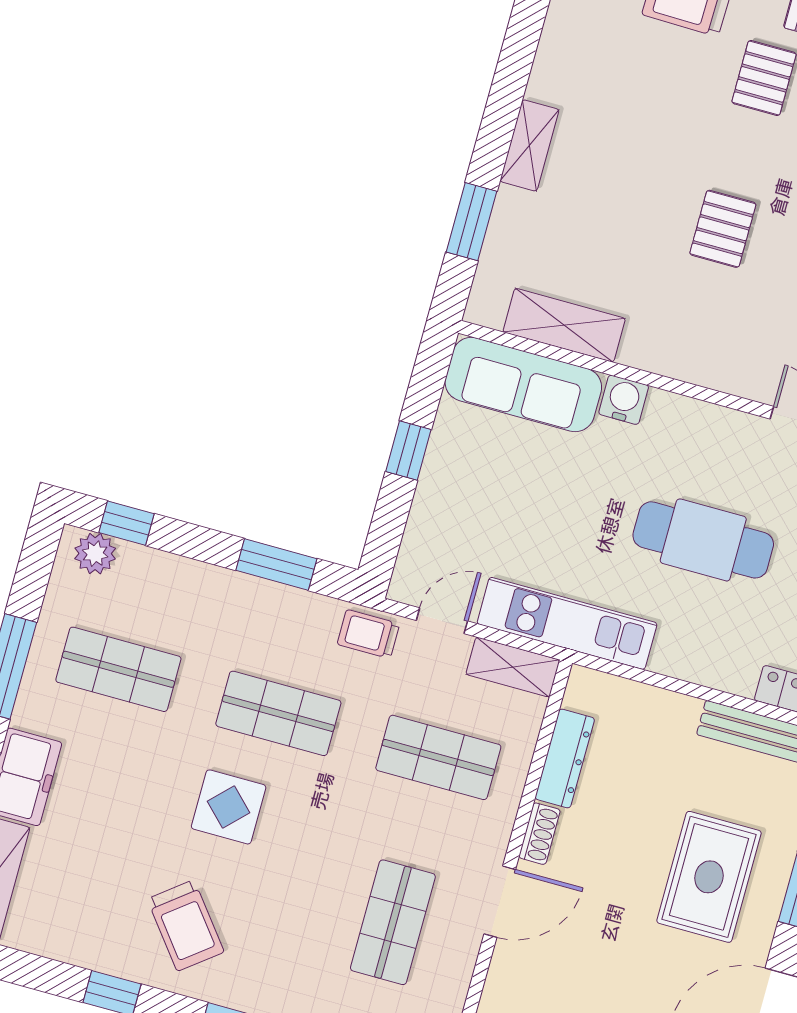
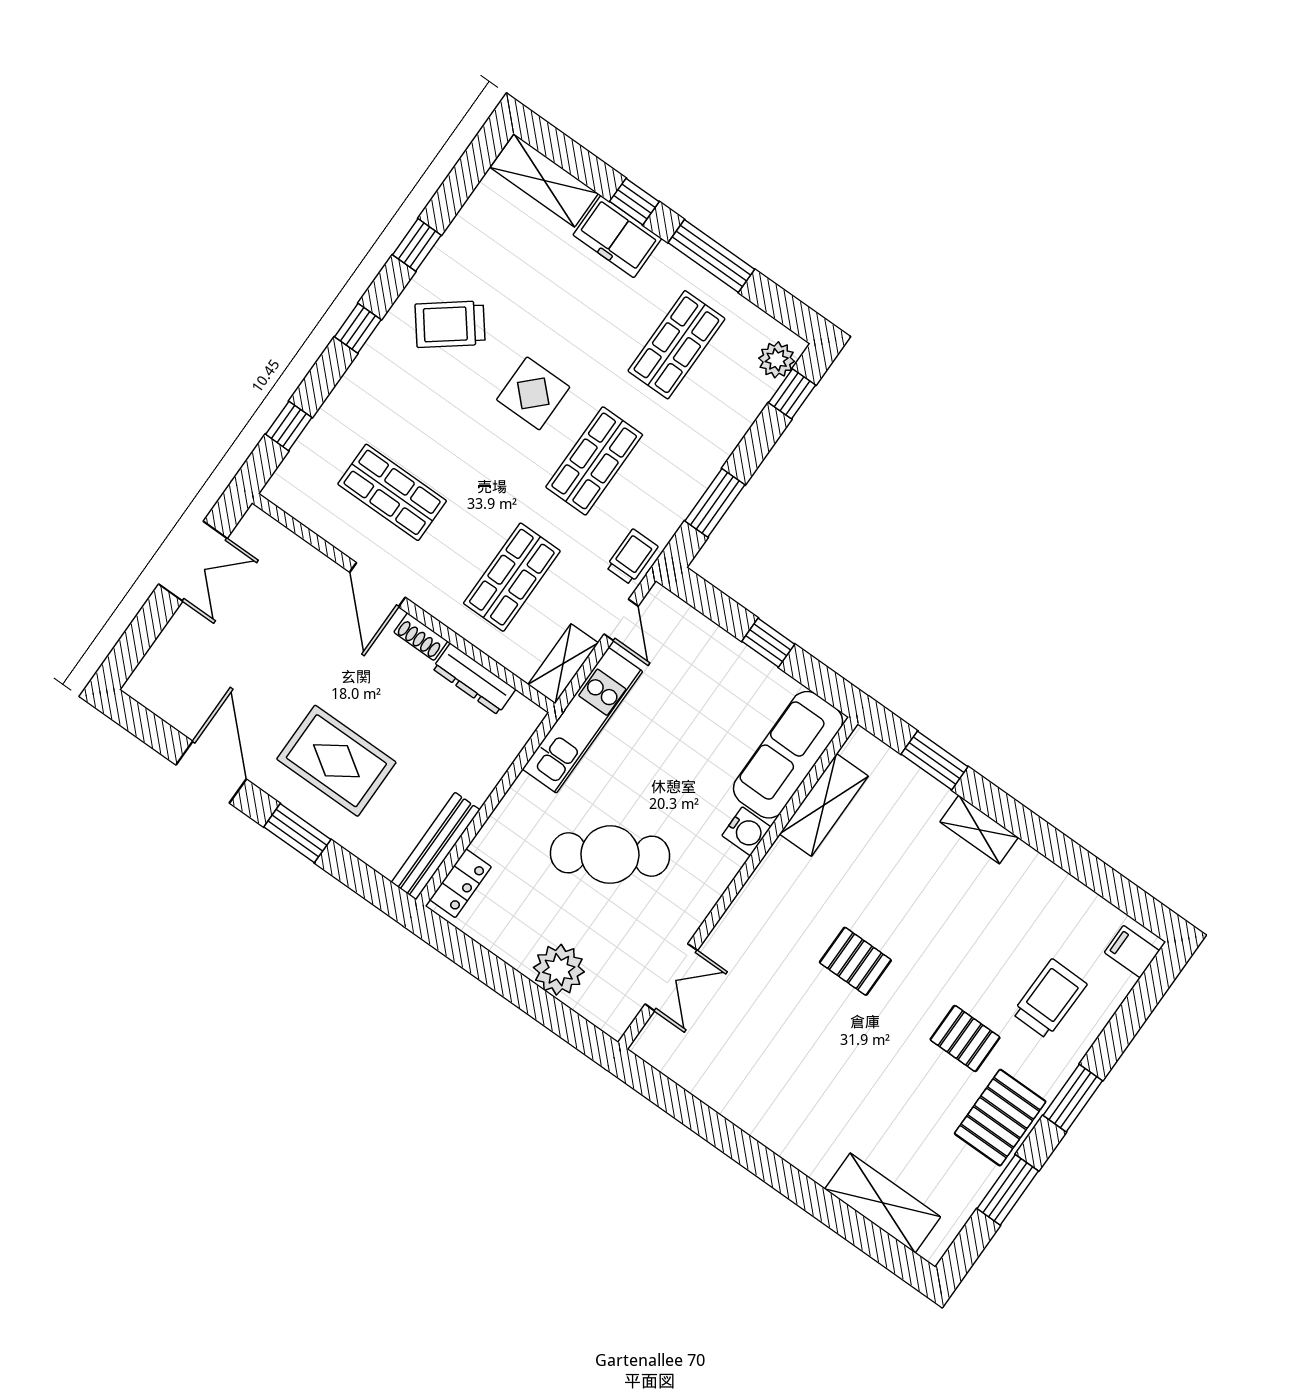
cafe table: (703, 540) -> (610, 855), turned 57

